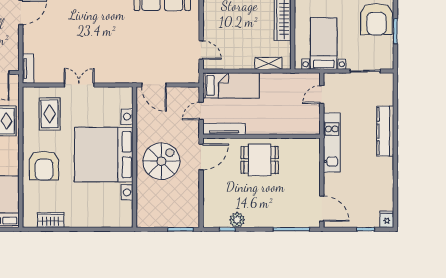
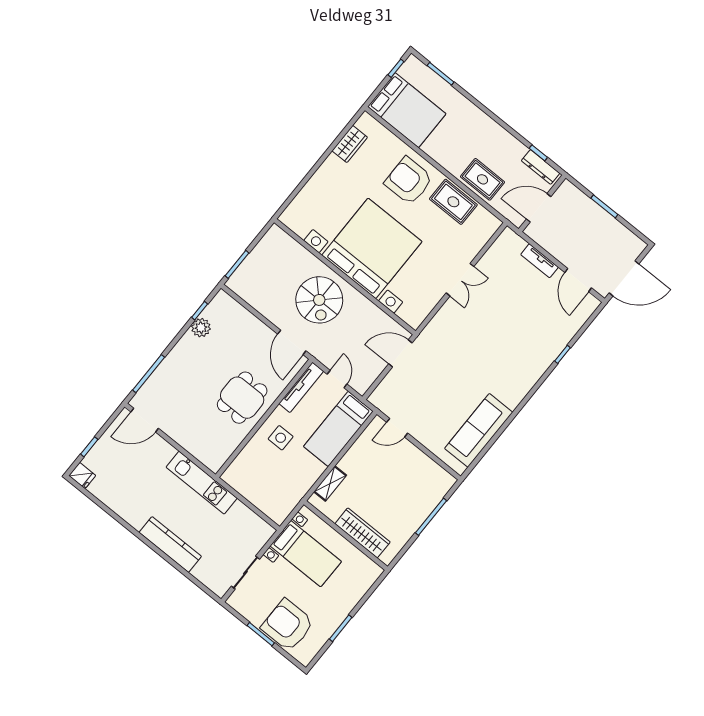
tv unit: (28, 69) -> (540, 261), moved
door: (322, 95) -> (257, 511), removed
rug: (50, 114) -> (453, 202), moved
side table: (265, 116) -> (281, 438), added

